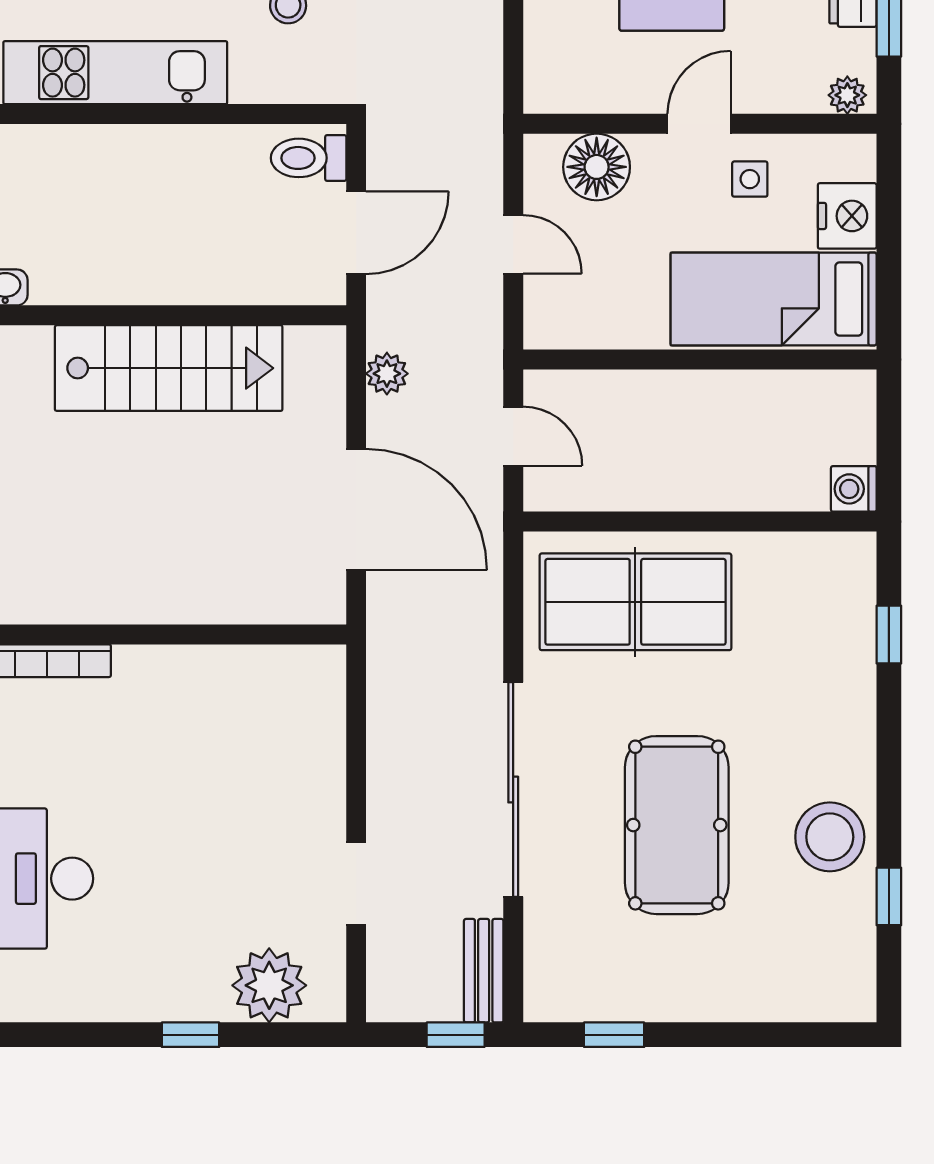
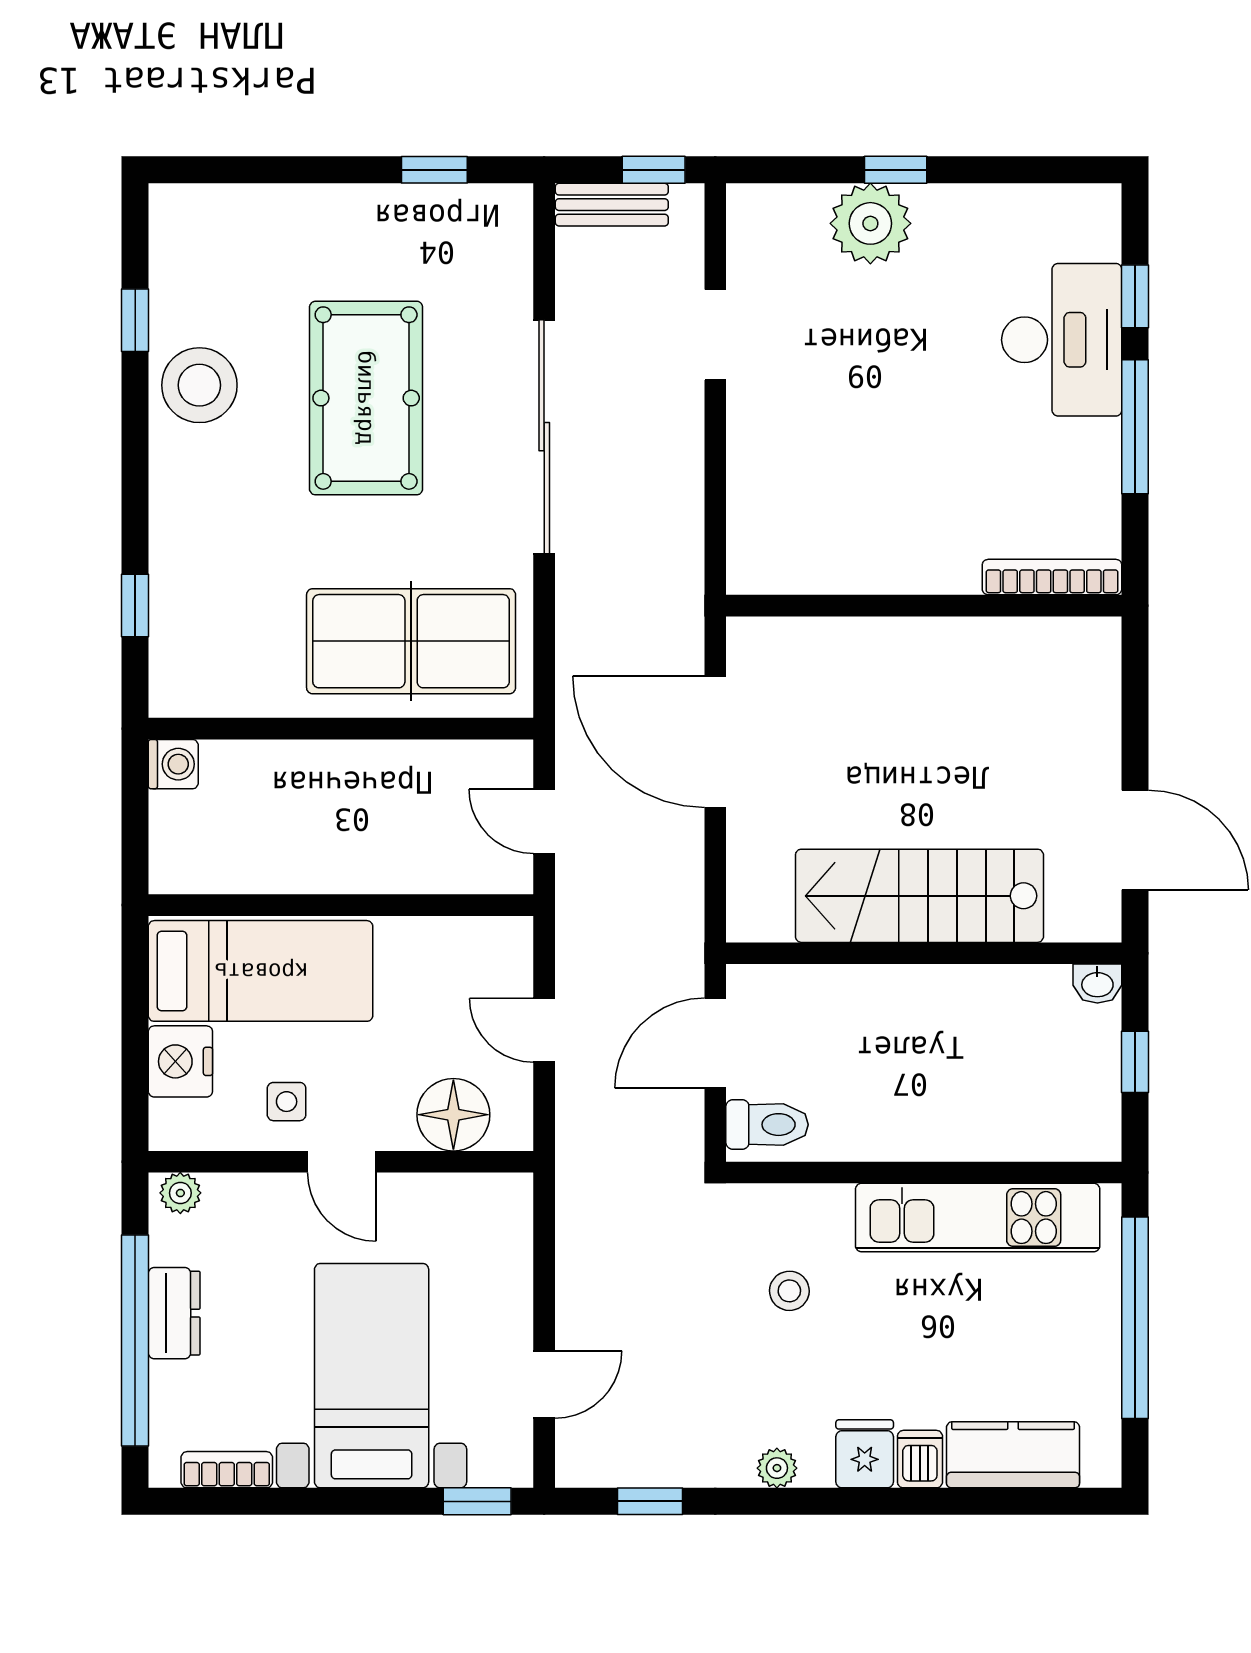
door: (699, 124) -> (342, 1162), hinge flipped
plant: (387, 374) -> (682, 890), removed
bench: (484, 971) -> (612, 205), moved, turned 90
plant: (269, 985) -> (870, 223), moved
window: (456, 1035) -> (654, 170), moved

